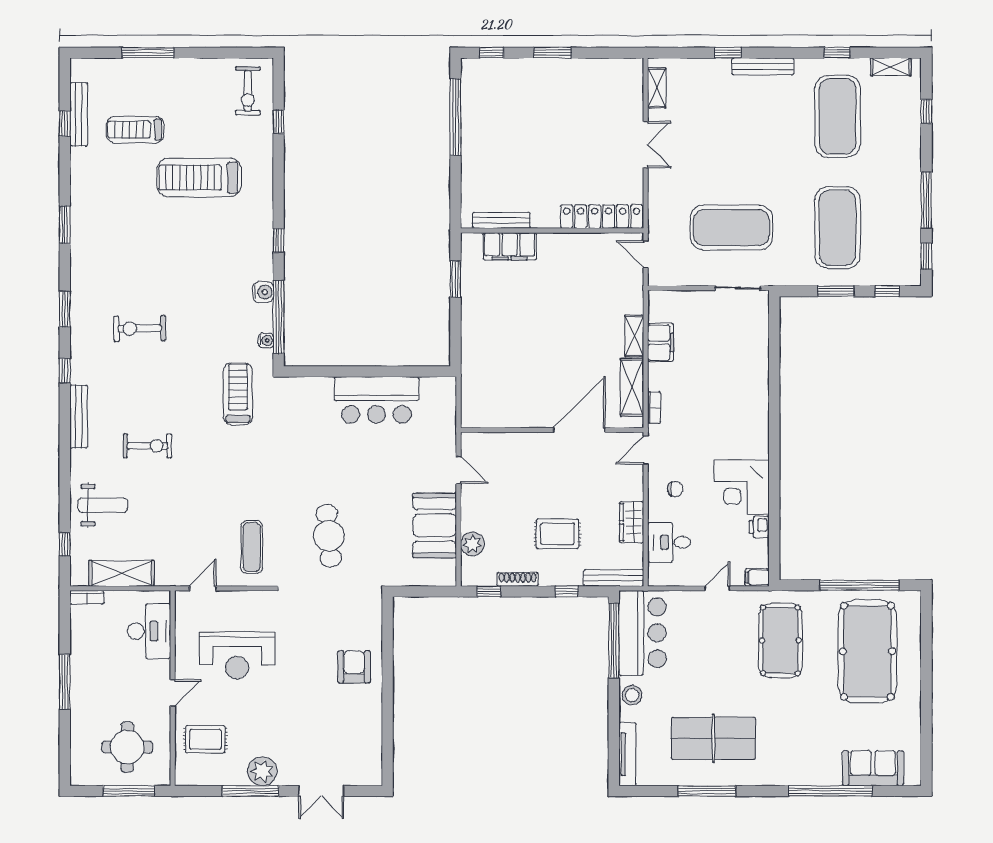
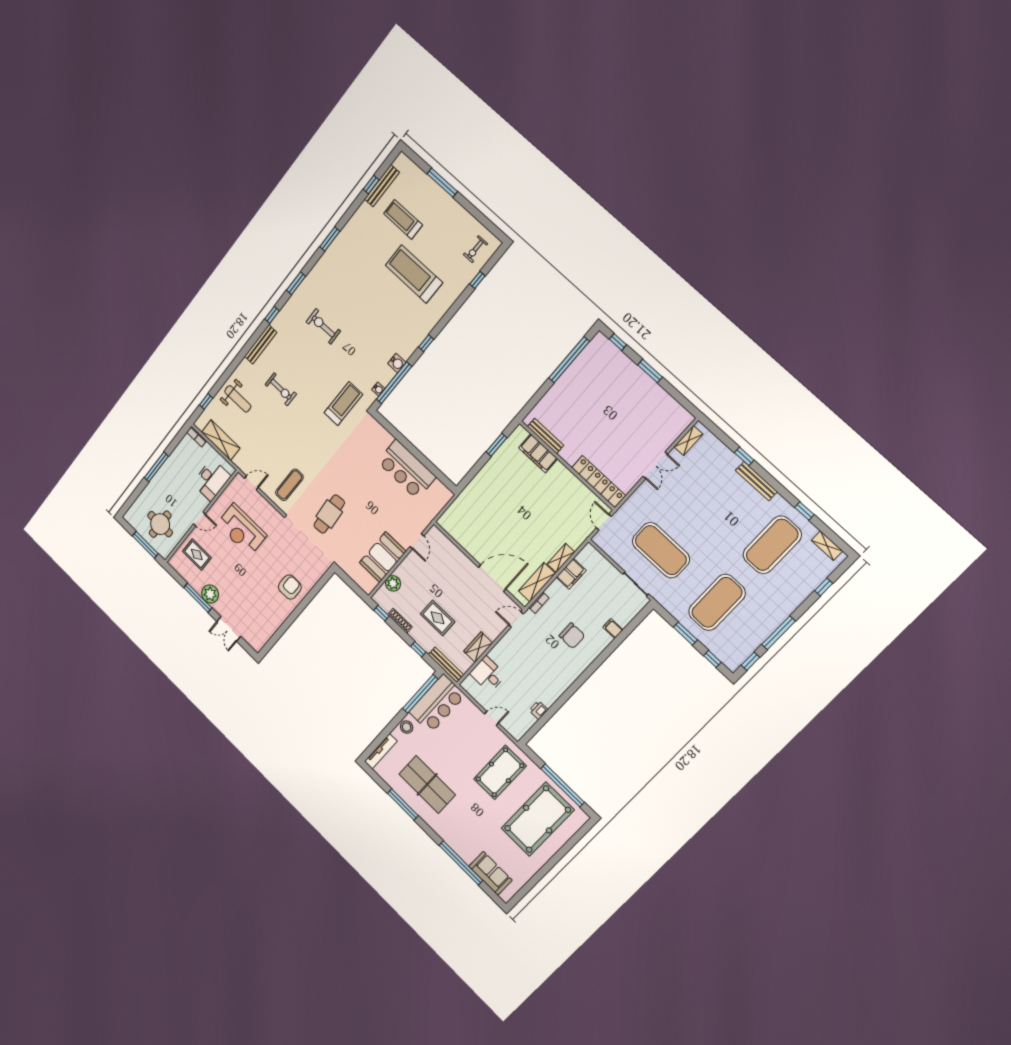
exercise bike: (248, 91) -> (475, 249), width x0.73, depth x0.72
corner desk: (742, 487) -> (547, 683), removed
chair: (675, 489) -> (572, 636), moved, width x1.87, depth x1.87
filing cabinet: (757, 577) -> (613, 628), moved

